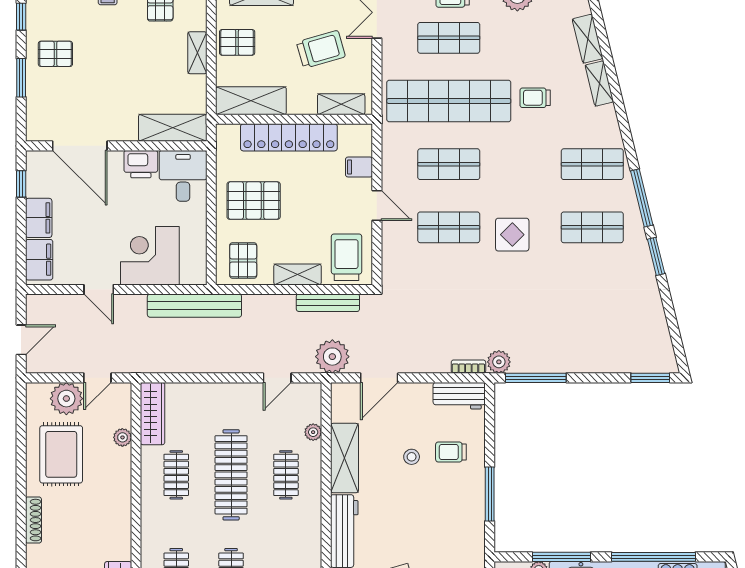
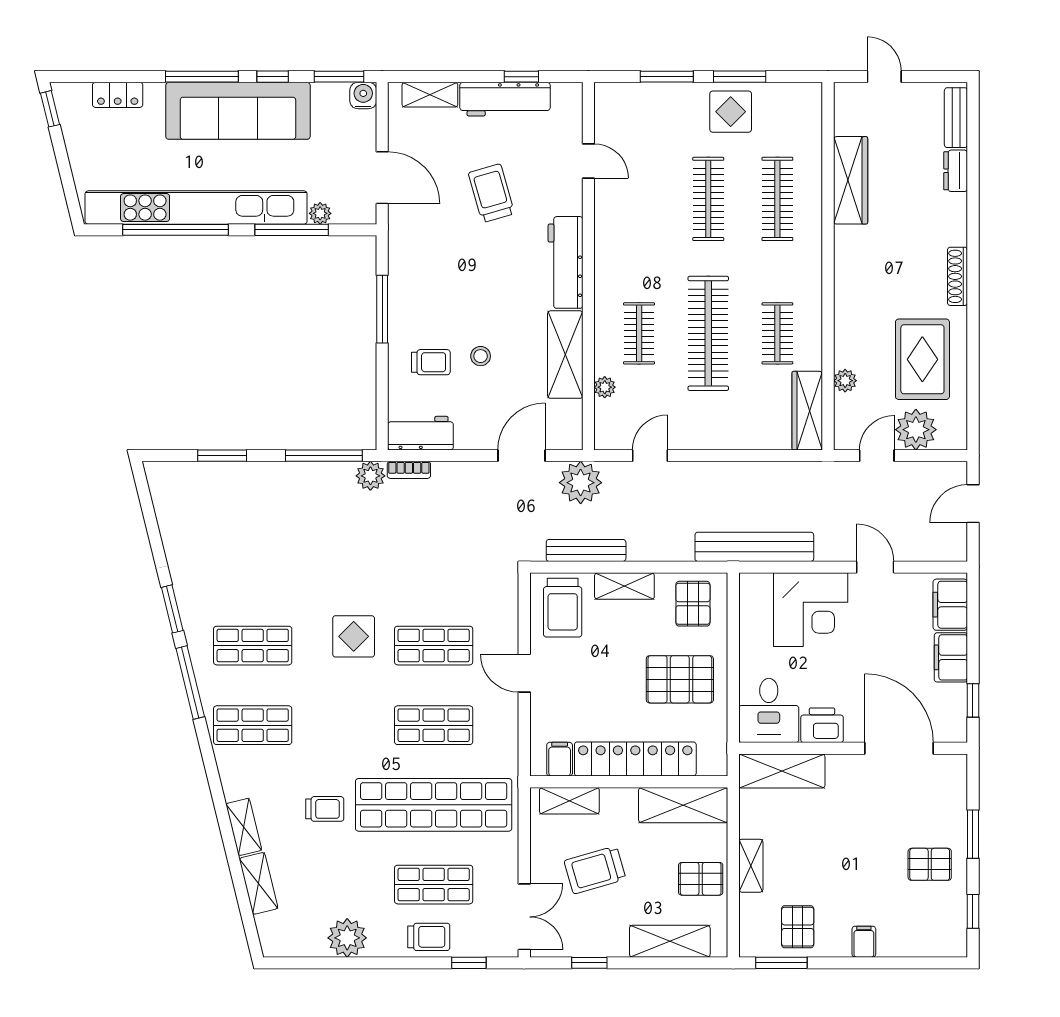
filing cabinet: (359, 167) -> (560, 759), moved, turned -90
window: (650, 378) -> (222, 456), moved

